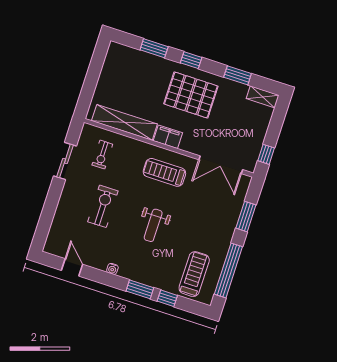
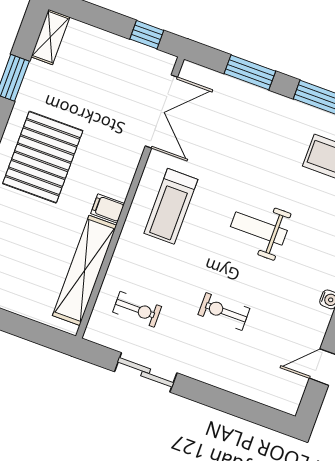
filing cabinet: (168, 137) -> (108, 208), width x0.50
exercise bike: (103, 206) -> (224, 312), width x0.73, depth x0.72
weight bench: (153, 225) -> (259, 229), turned 180

